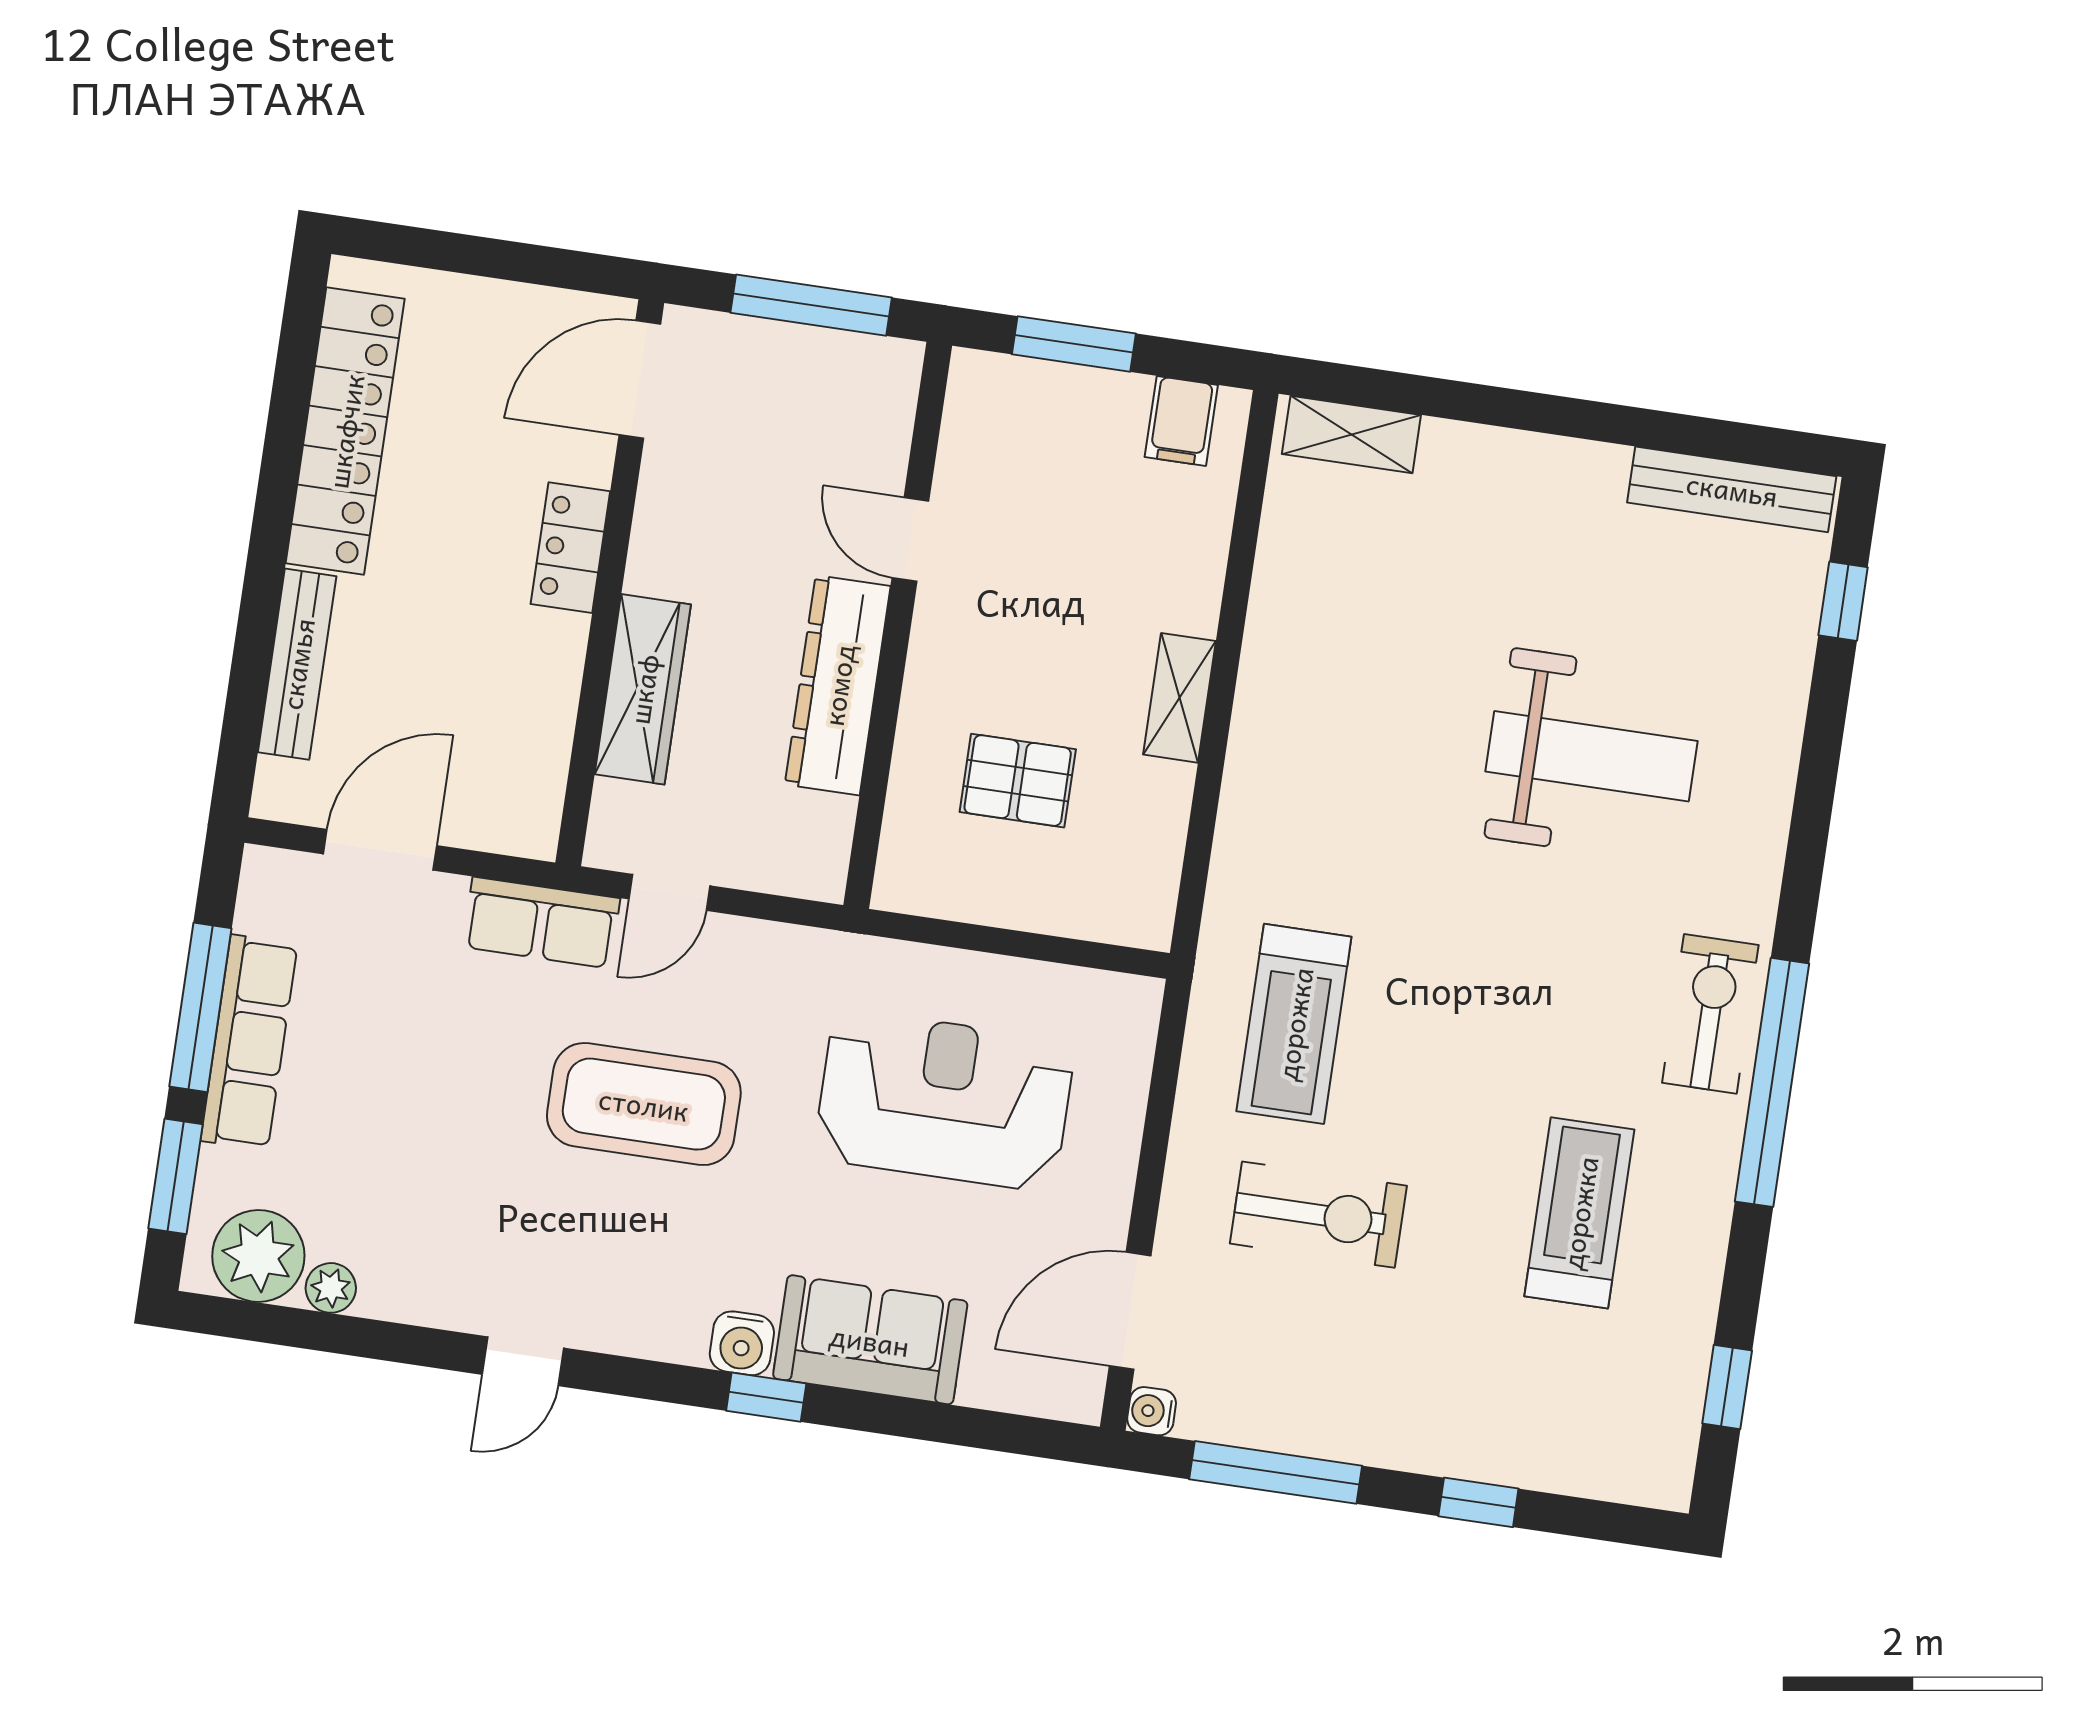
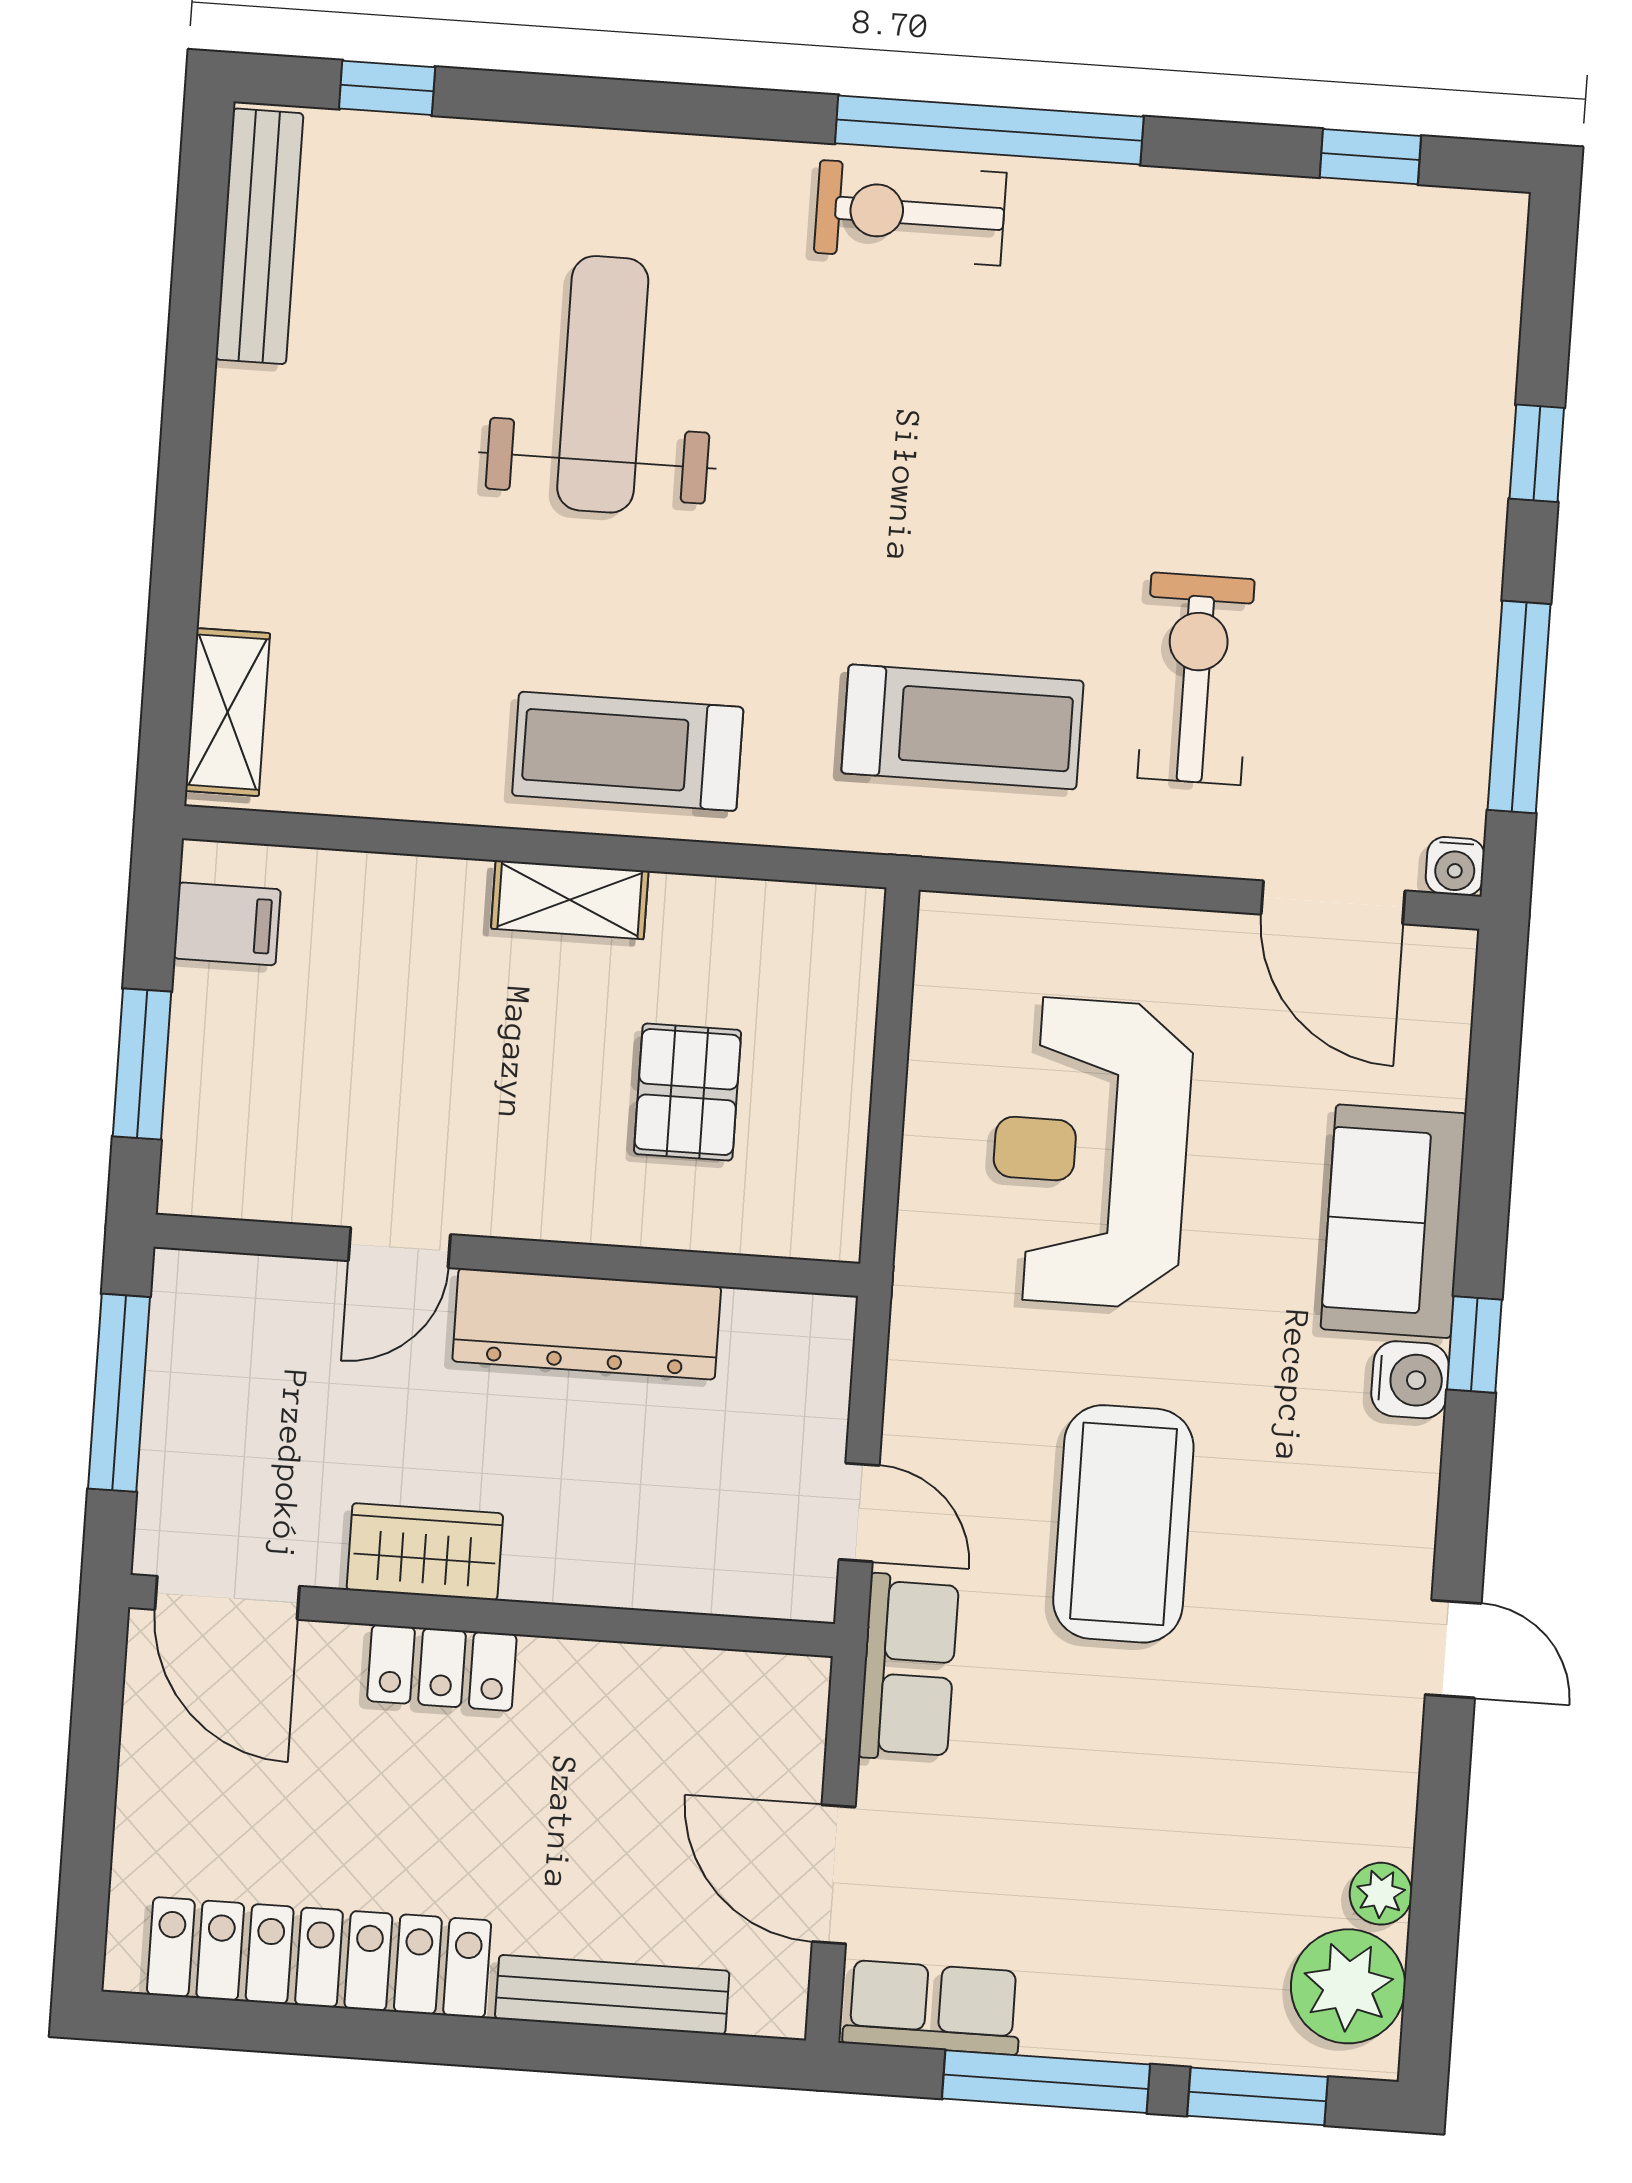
wardrobe: (643, 689) -> (425, 1552), moved, width x0.67
row of seats: (249, 1042) -> (933, 2007), moved, width x0.68
treadmill: (1579, 1213) -> (628, 751), moved

